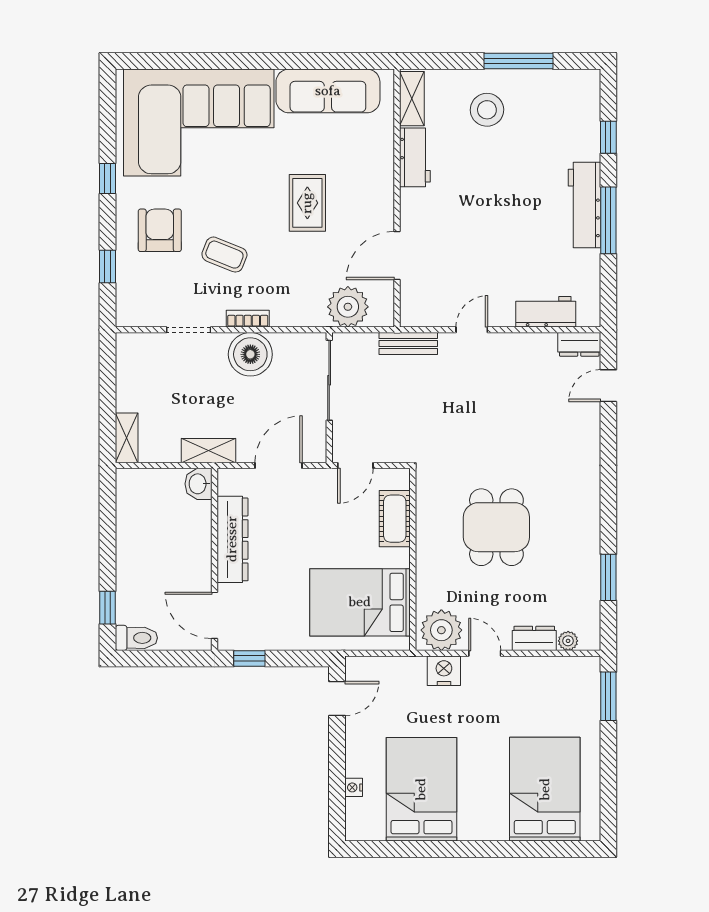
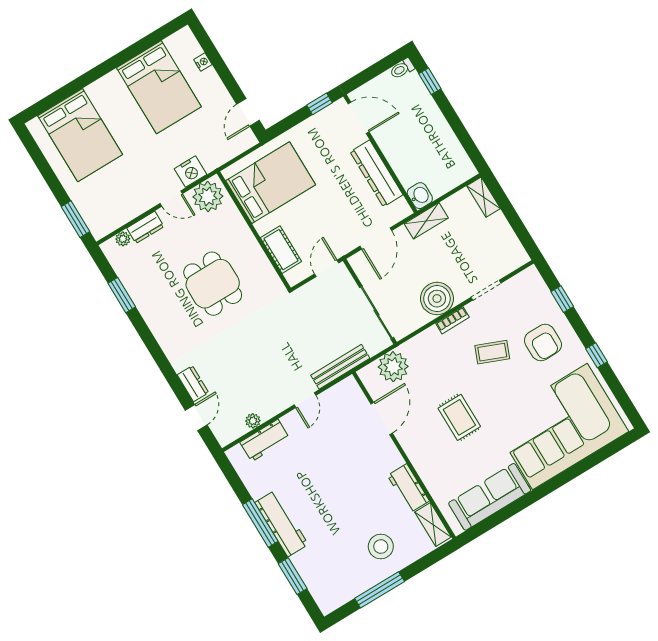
window: (608, 137) -> (293, 576), width x1.50
plant: (546, 342) -> (253, 421), added
bench: (408, 343) -> (340, 367), width x1.36
dresser: (579, 344) -> (193, 384), moved, turned 90
toilet: (136, 638) -> (402, 69), width x0.73, depth x0.72

